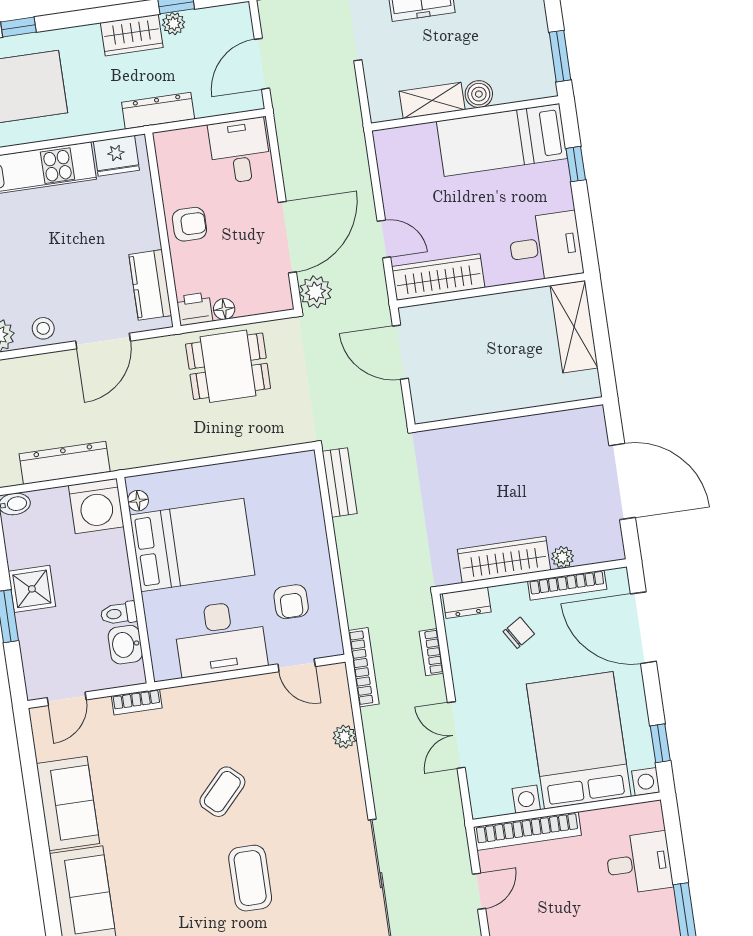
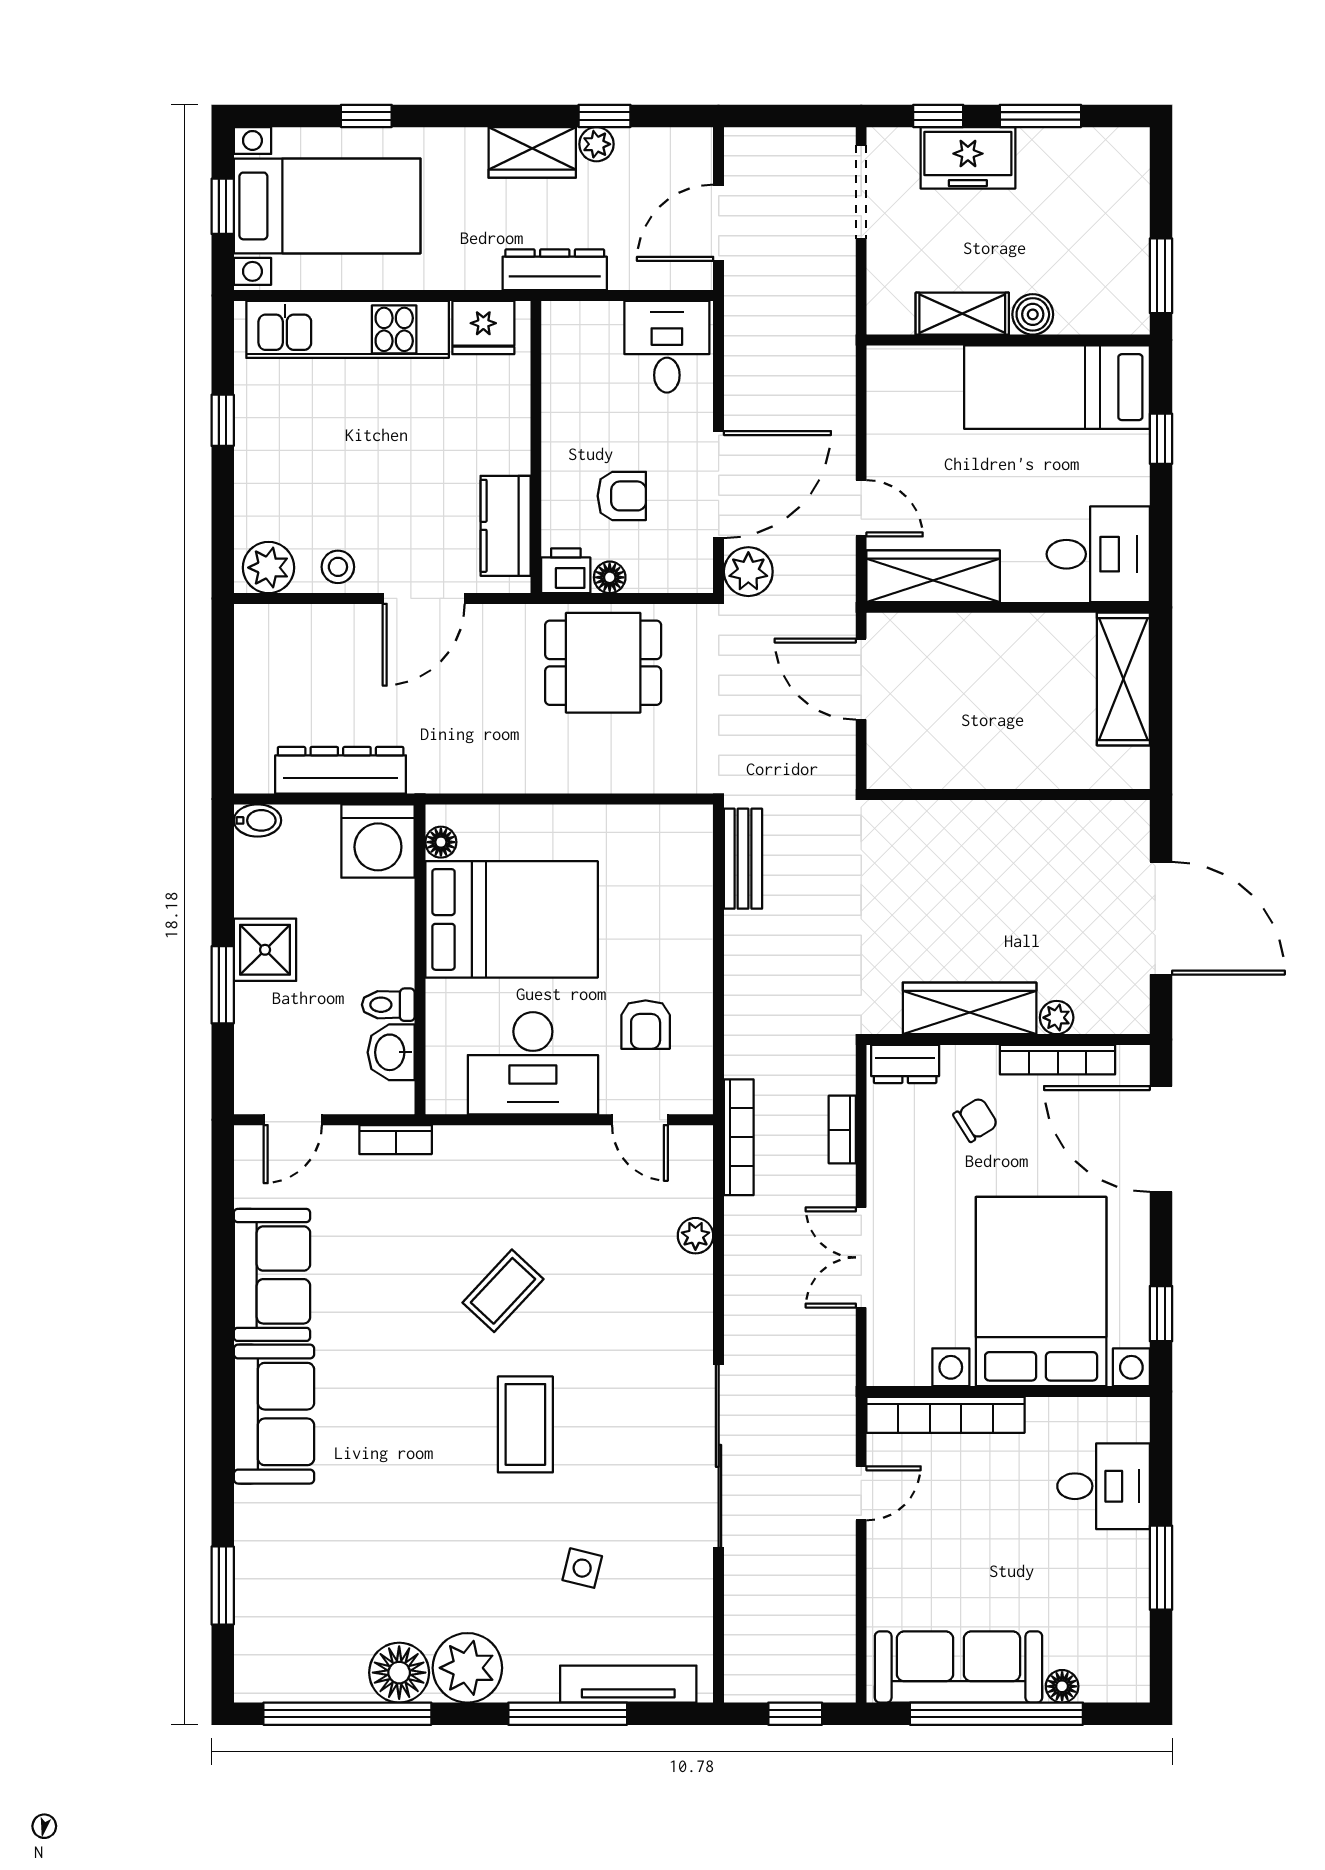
armchair: (189, 224) -> (622, 496), moved

